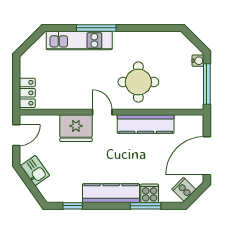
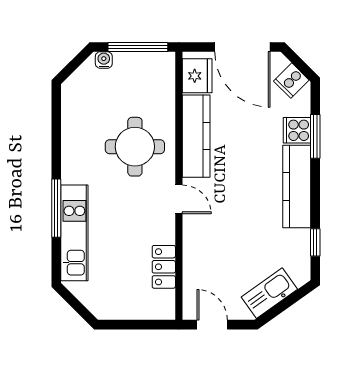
locker: (27, 93) -> (164, 267), moved, turned -90
door: (102, 112) -> (179, 199), swing flipped
fridge: (76, 128) -> (197, 76), moved, width x0.73, depth x0.75
kitchen sink: (35, 170) -> (269, 293), width x1.38

